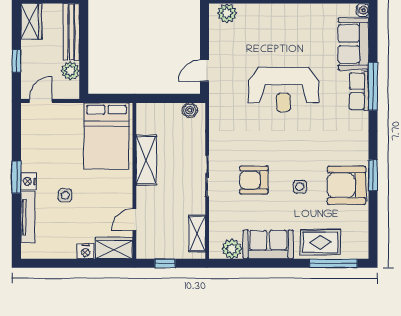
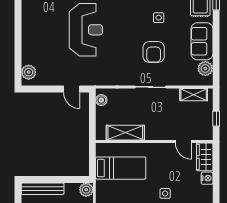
plant: (70, 71) -> (86, 190), moved
bed: (107, 136) -> (121, 168), width x0.67
shelving: (146, 160) -> (125, 133), moved

